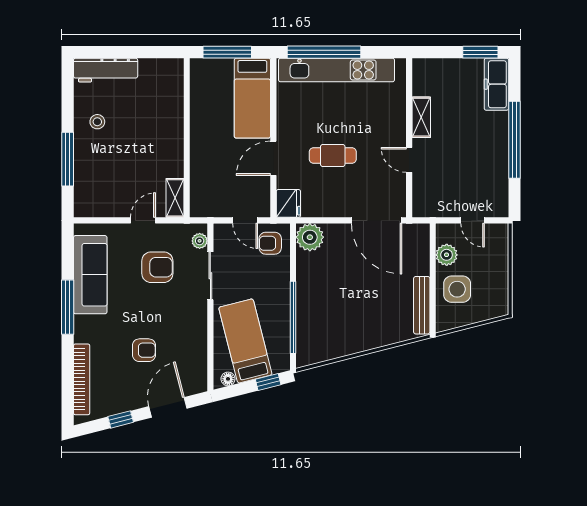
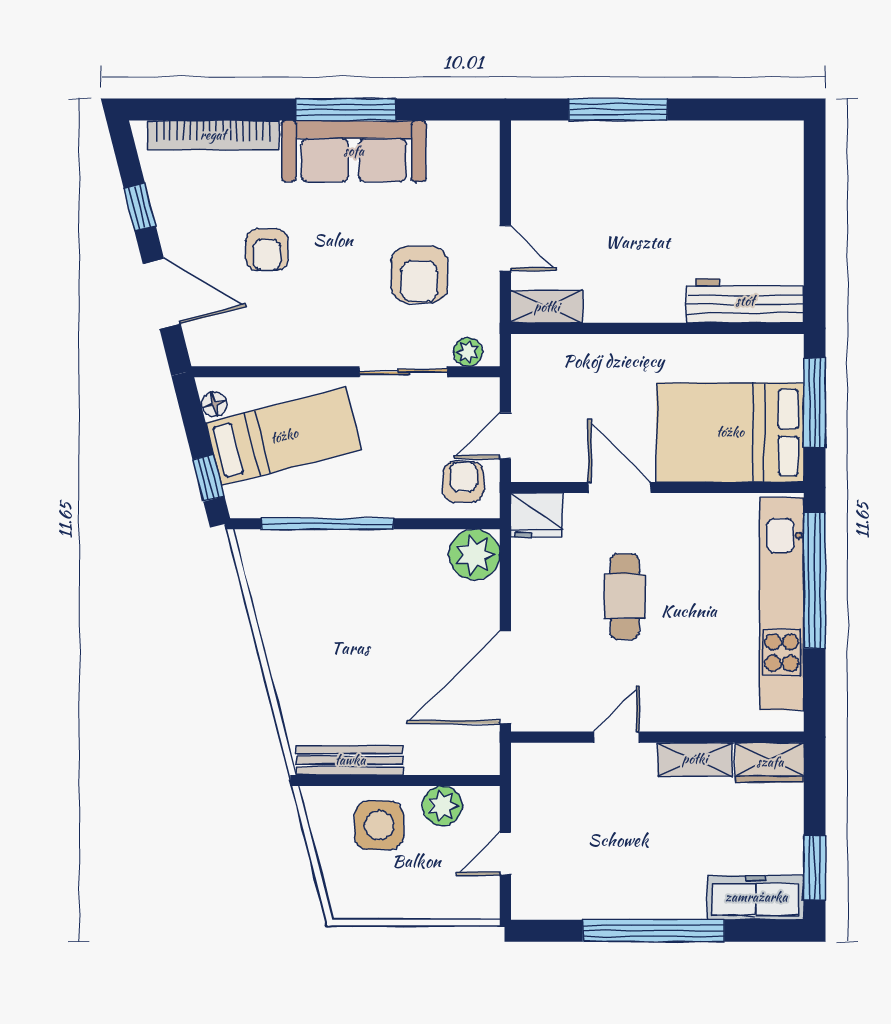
workbench: (106, 70) -> (745, 301), moved, turned 90
wardrobe: (423, 77) -> (770, 762), added
bed: (252, 98) -> (730, 432), width x1.50
stool: (97, 122) -> (687, 164), removed
sofa: (90, 275) -> (354, 151), moved

